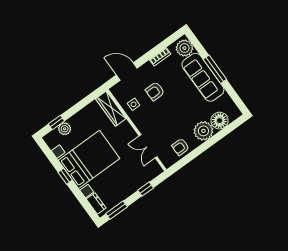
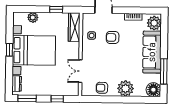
window: (215, 69) -> (164, 71), moved
floor lamp: (220, 121) -> (153, 90), moved
window: (56, 122) -> (56, 9), moved

